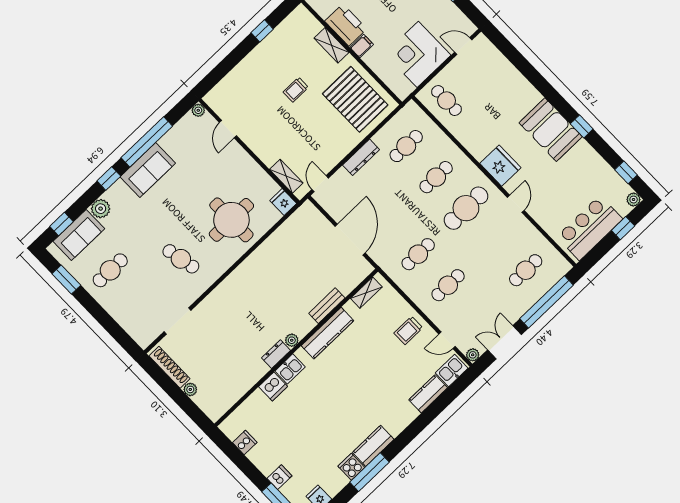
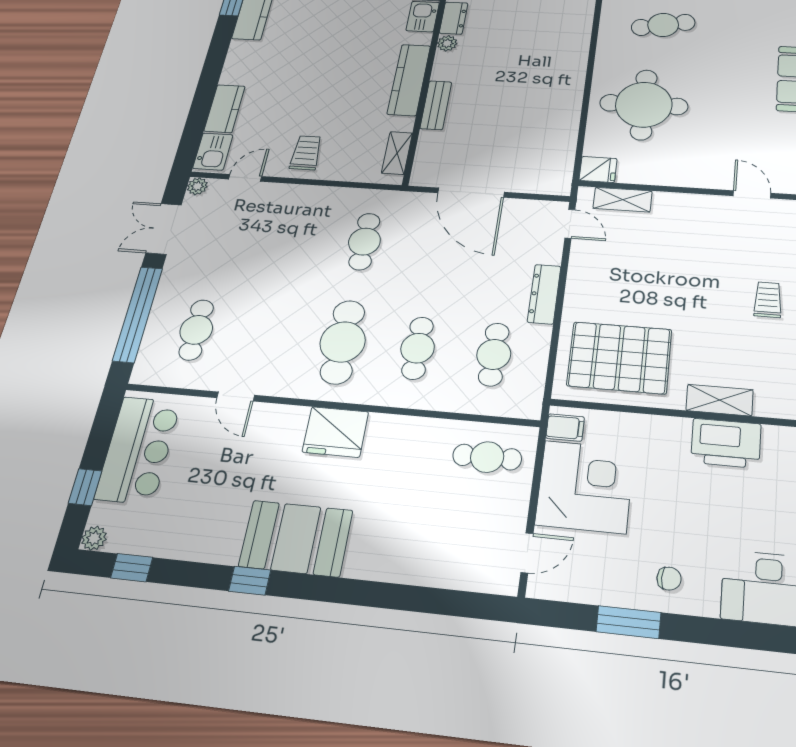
filing cabinet: (362, 46) -> (565, 427), moved, turned -90
trolley: (296, 90) -> (768, 300), moved
door: (516, 204) -> (236, 396), moved
cafe table: (448, 285) -> (293, 236), removed
double door: (505, 342) -> (164, 229), swing flipped

